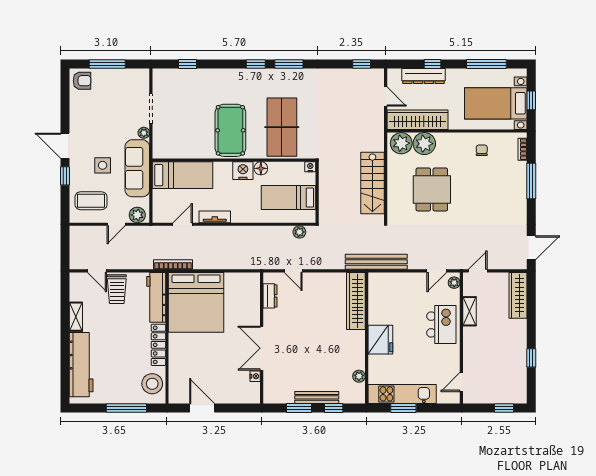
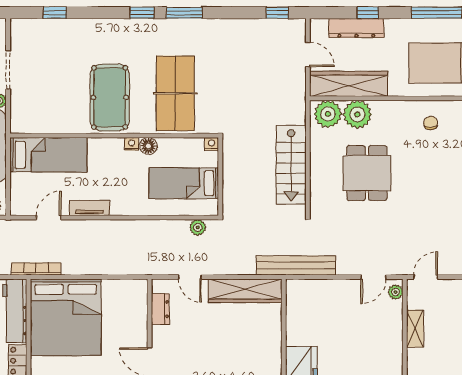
nightstand: (243, 171) -> (132, 144), width x0.53, depth x0.56
wardrobe: (356, 301) -> (245, 291), moved, turned -90
kitchen island: (441, 324) -> (379, 346), removed

